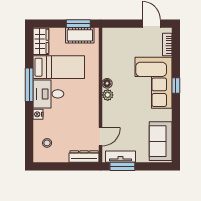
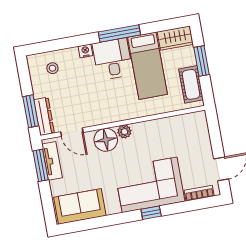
window: (78, 24) -> (202, 61), moved
floor lamp: (107, 83) -> (106, 140), moved, width x1.89, depth x1.89
window: (78, 166) -> (31, 111), added

